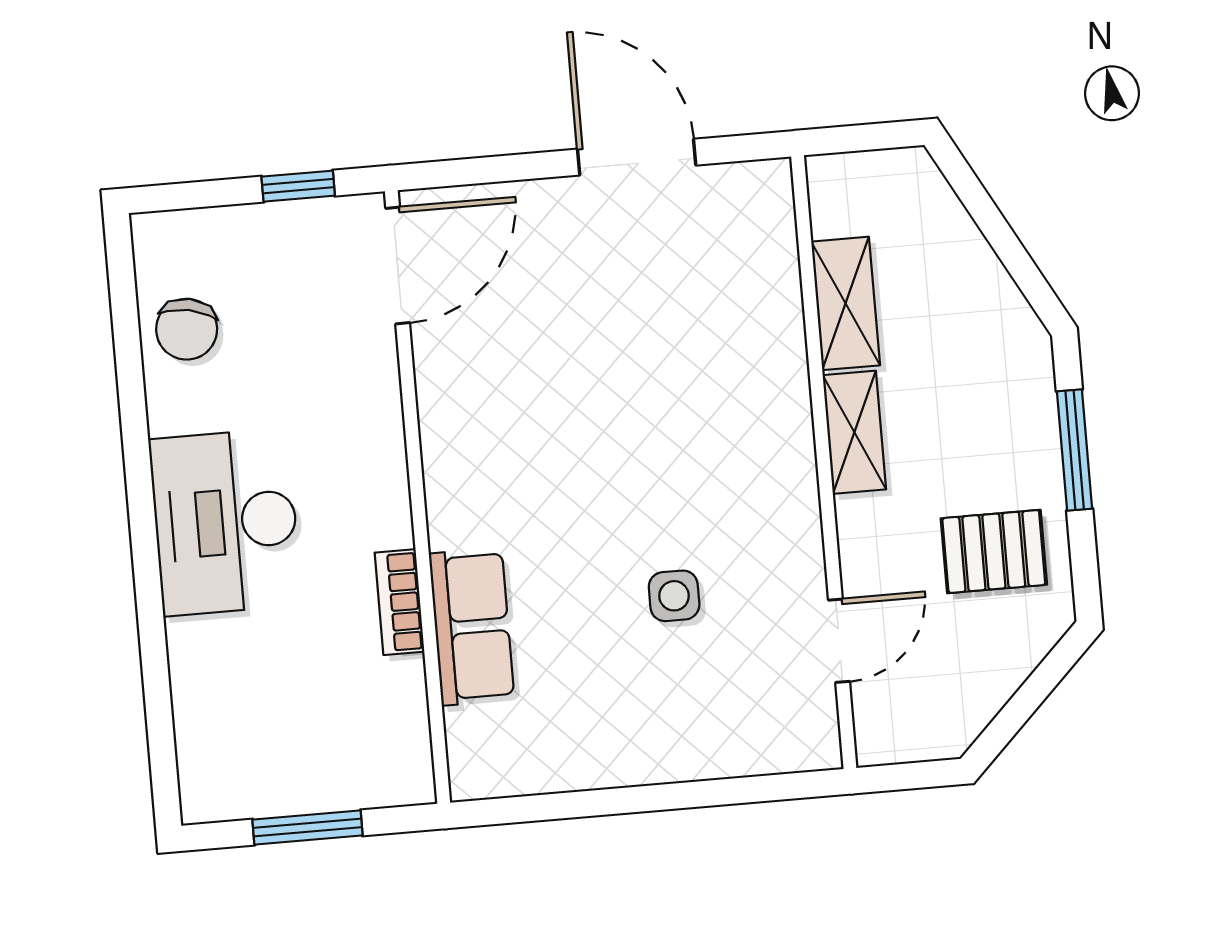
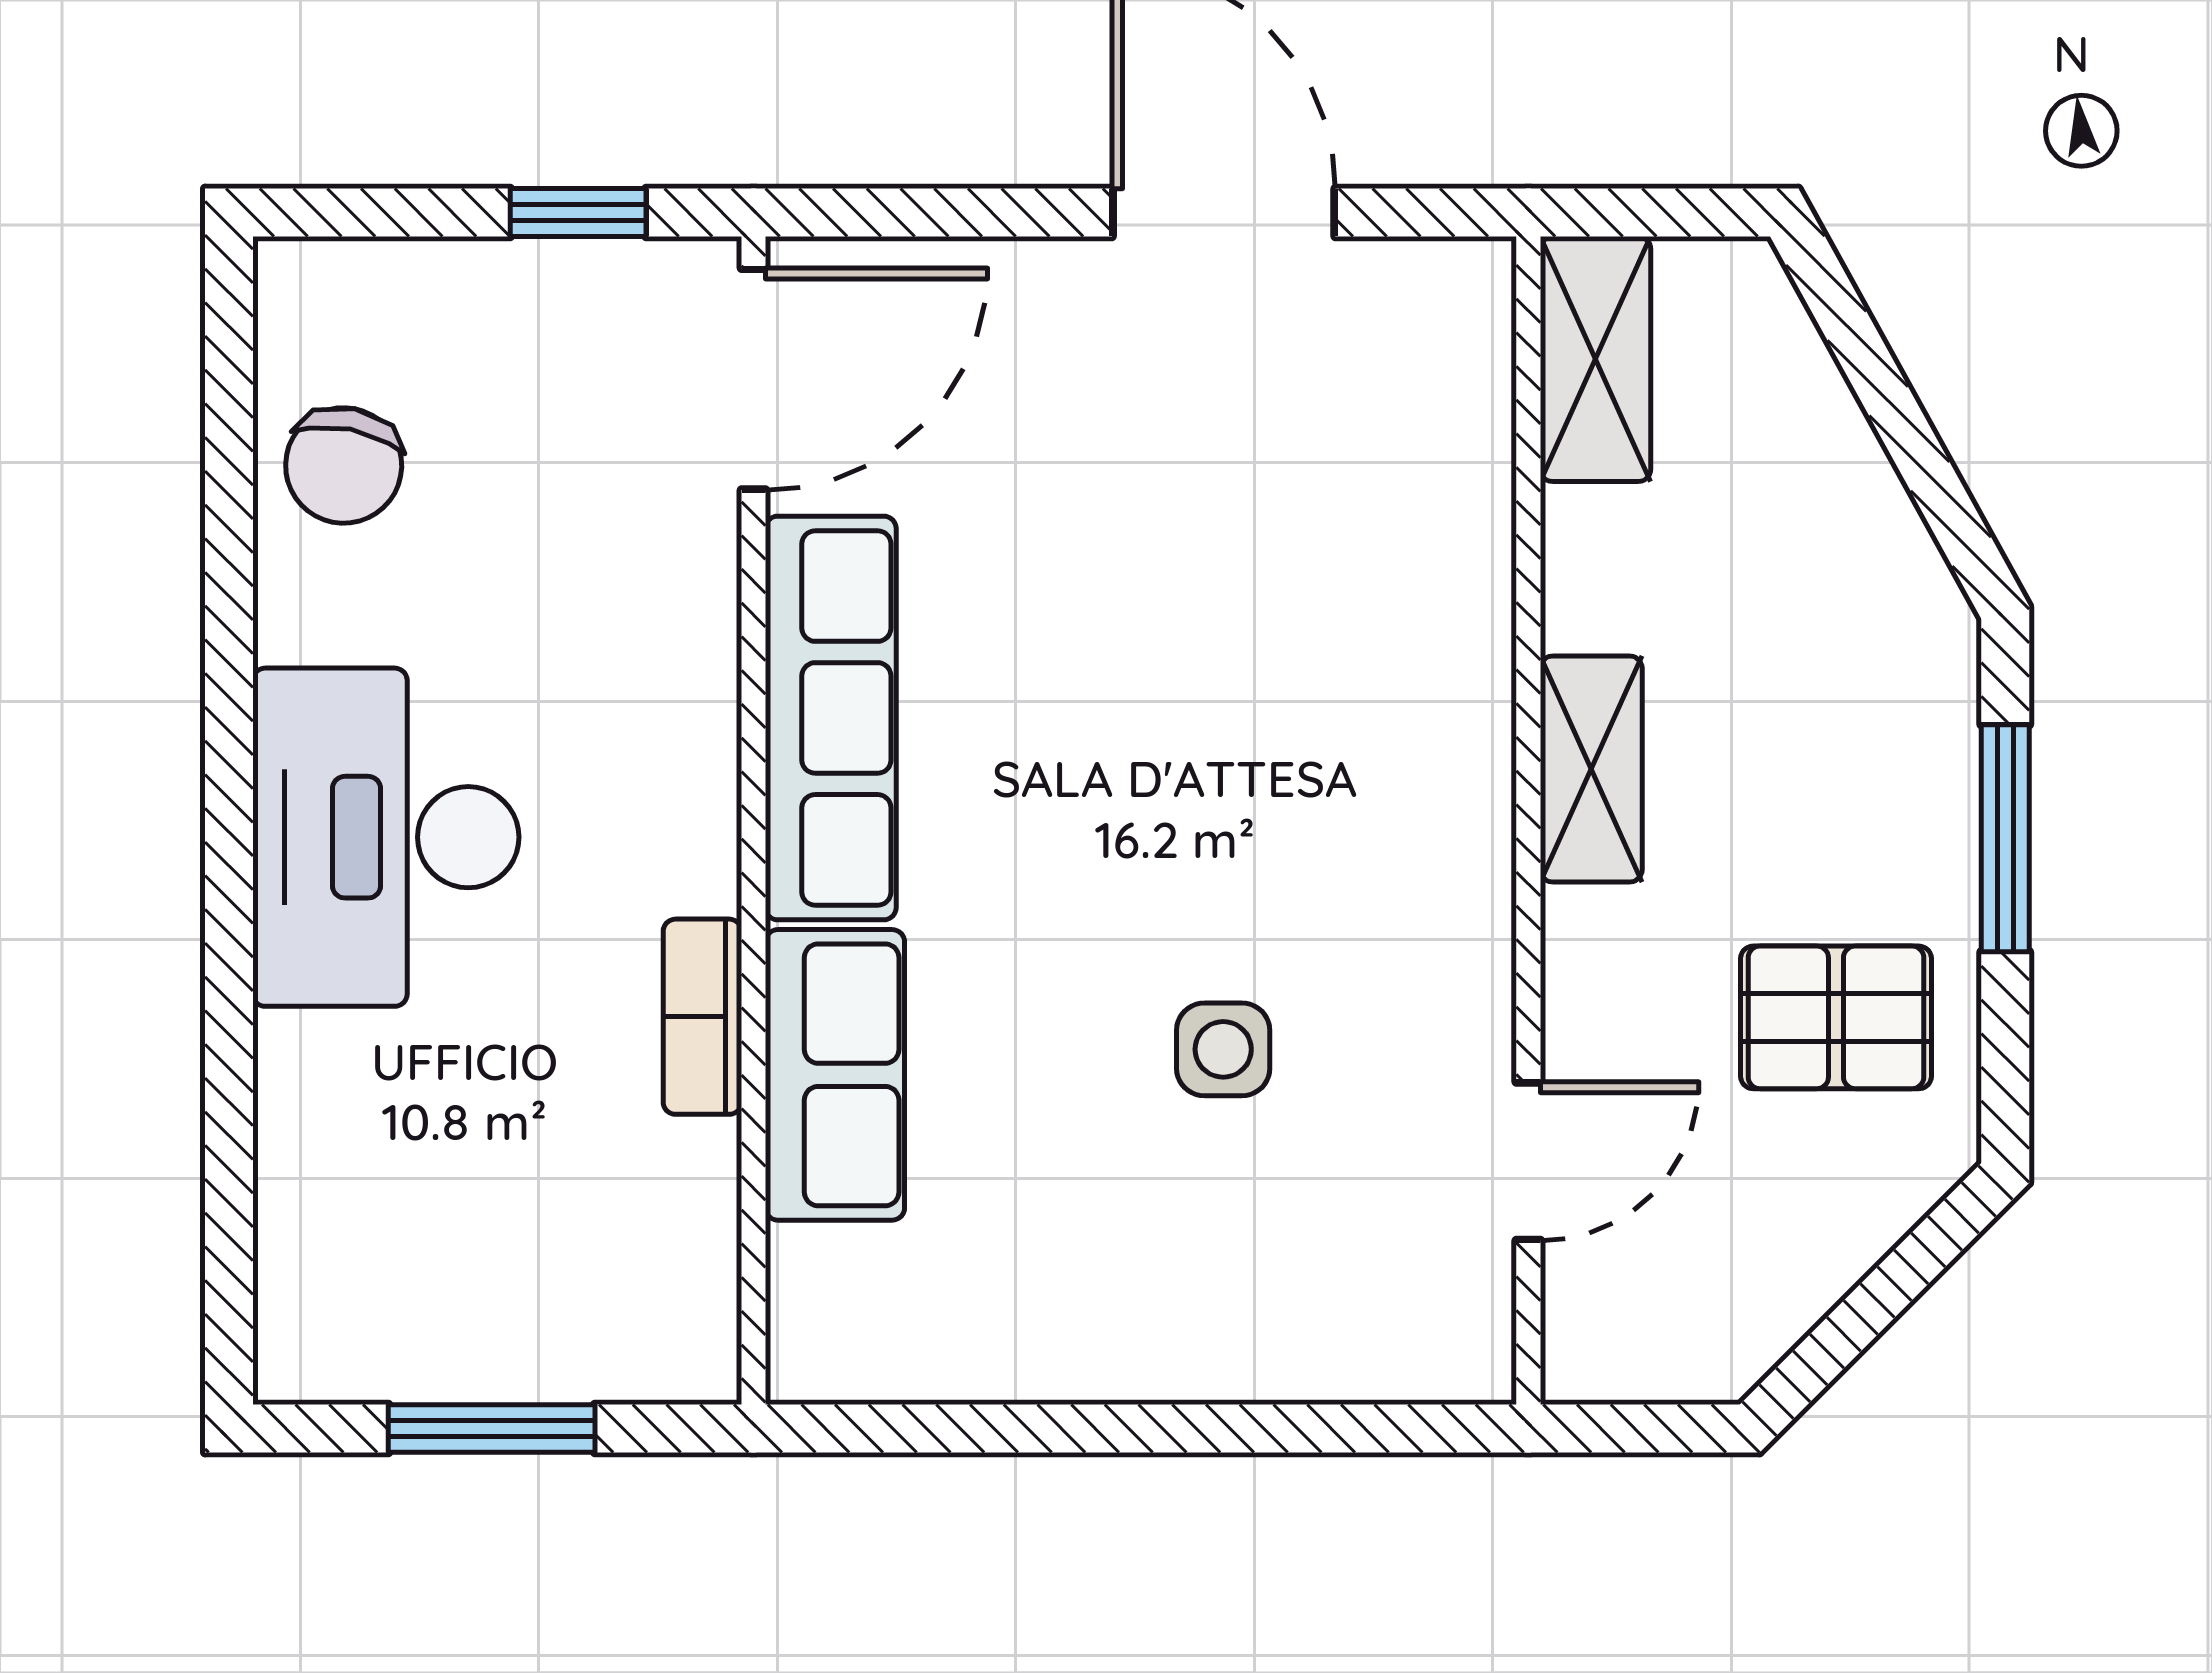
shelving: (846, 303) -> (1595, 359), moved
row of seats: (453, 440) -> (831, 718), added

